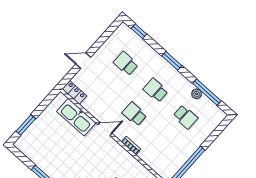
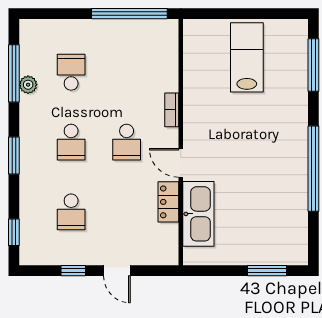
window: (100, 42) -> (73, 271), added
locker: (74, 92) -> (168, 202), moved

